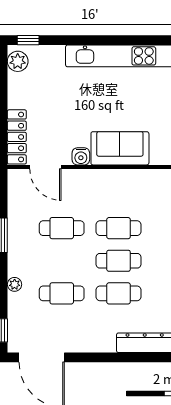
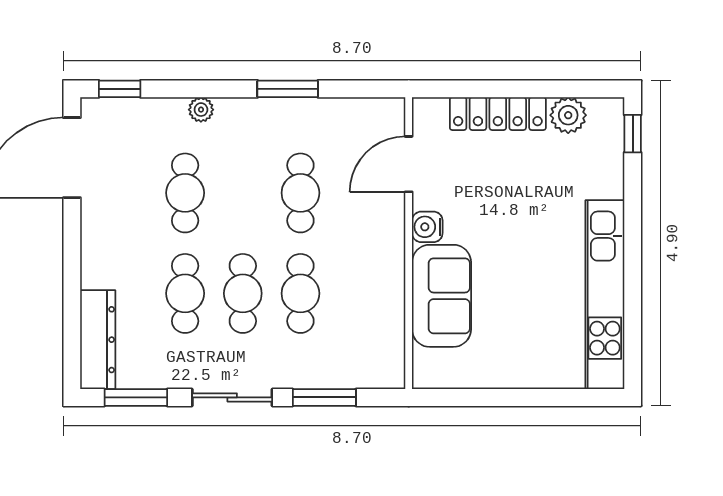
plant: (18, 61) -> (568, 115), moved
locker: (17, 137) -> (498, 114), moved

